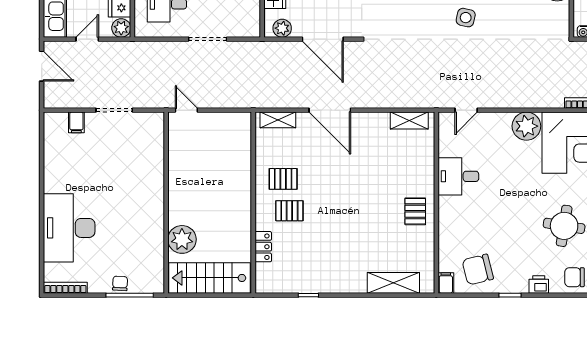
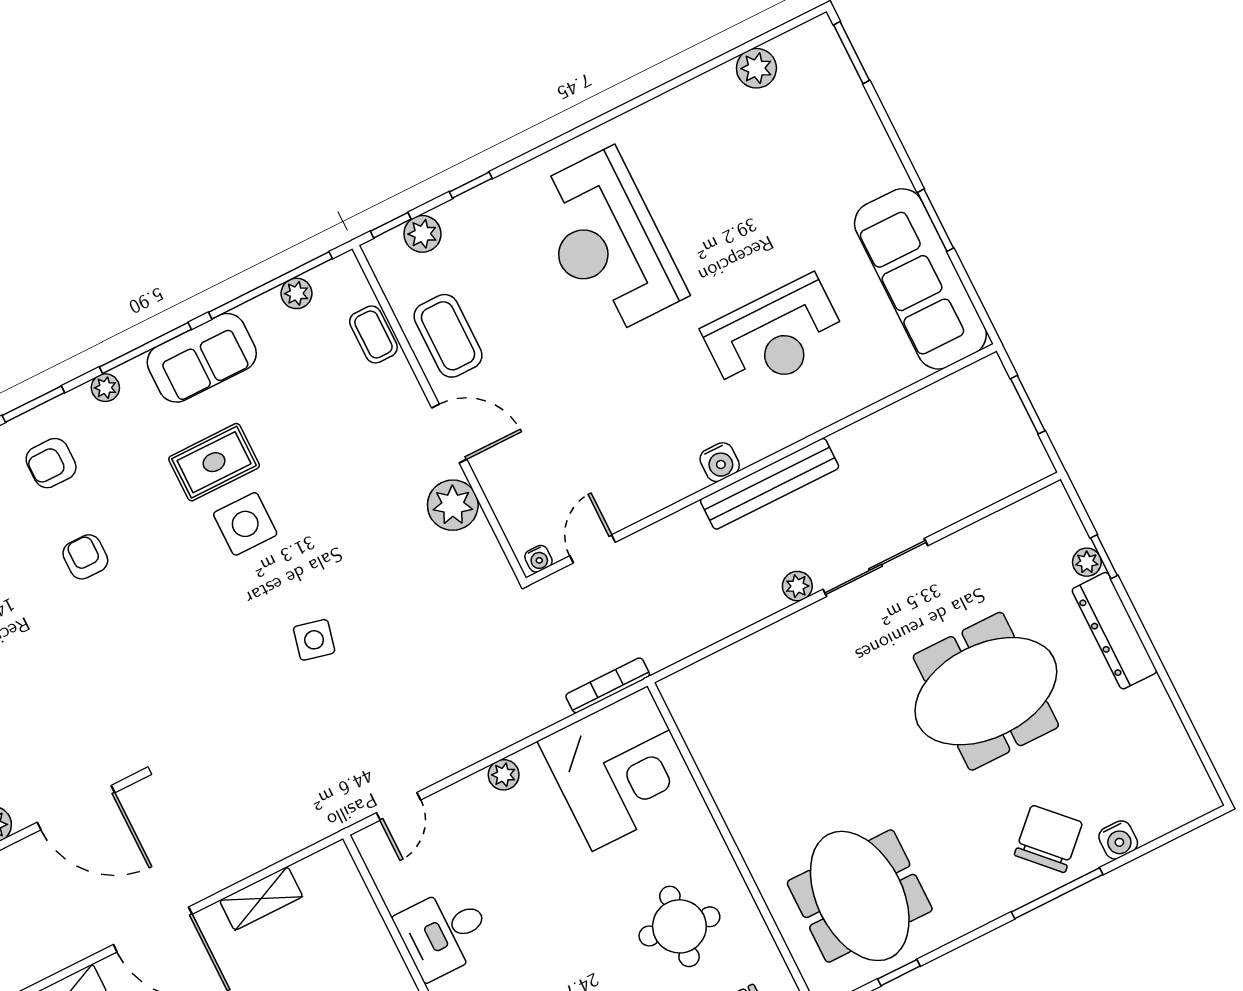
shelving: (409, 121) -> (261, 898), moved
plant: (526, 126) -> (504, 775), width x0.53, depth x0.53

